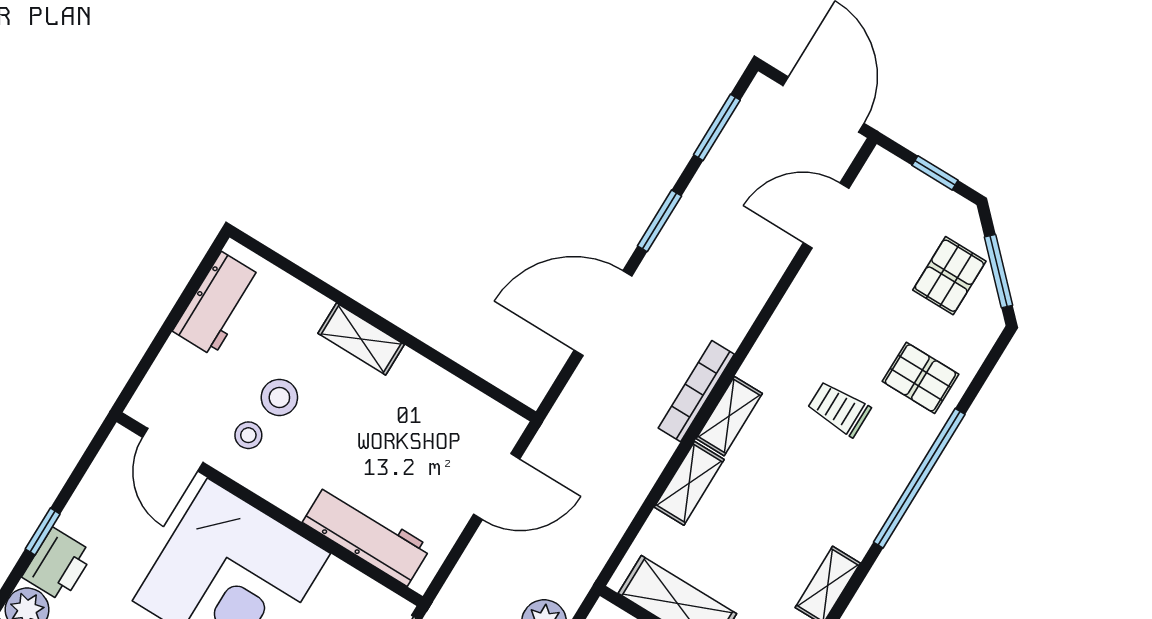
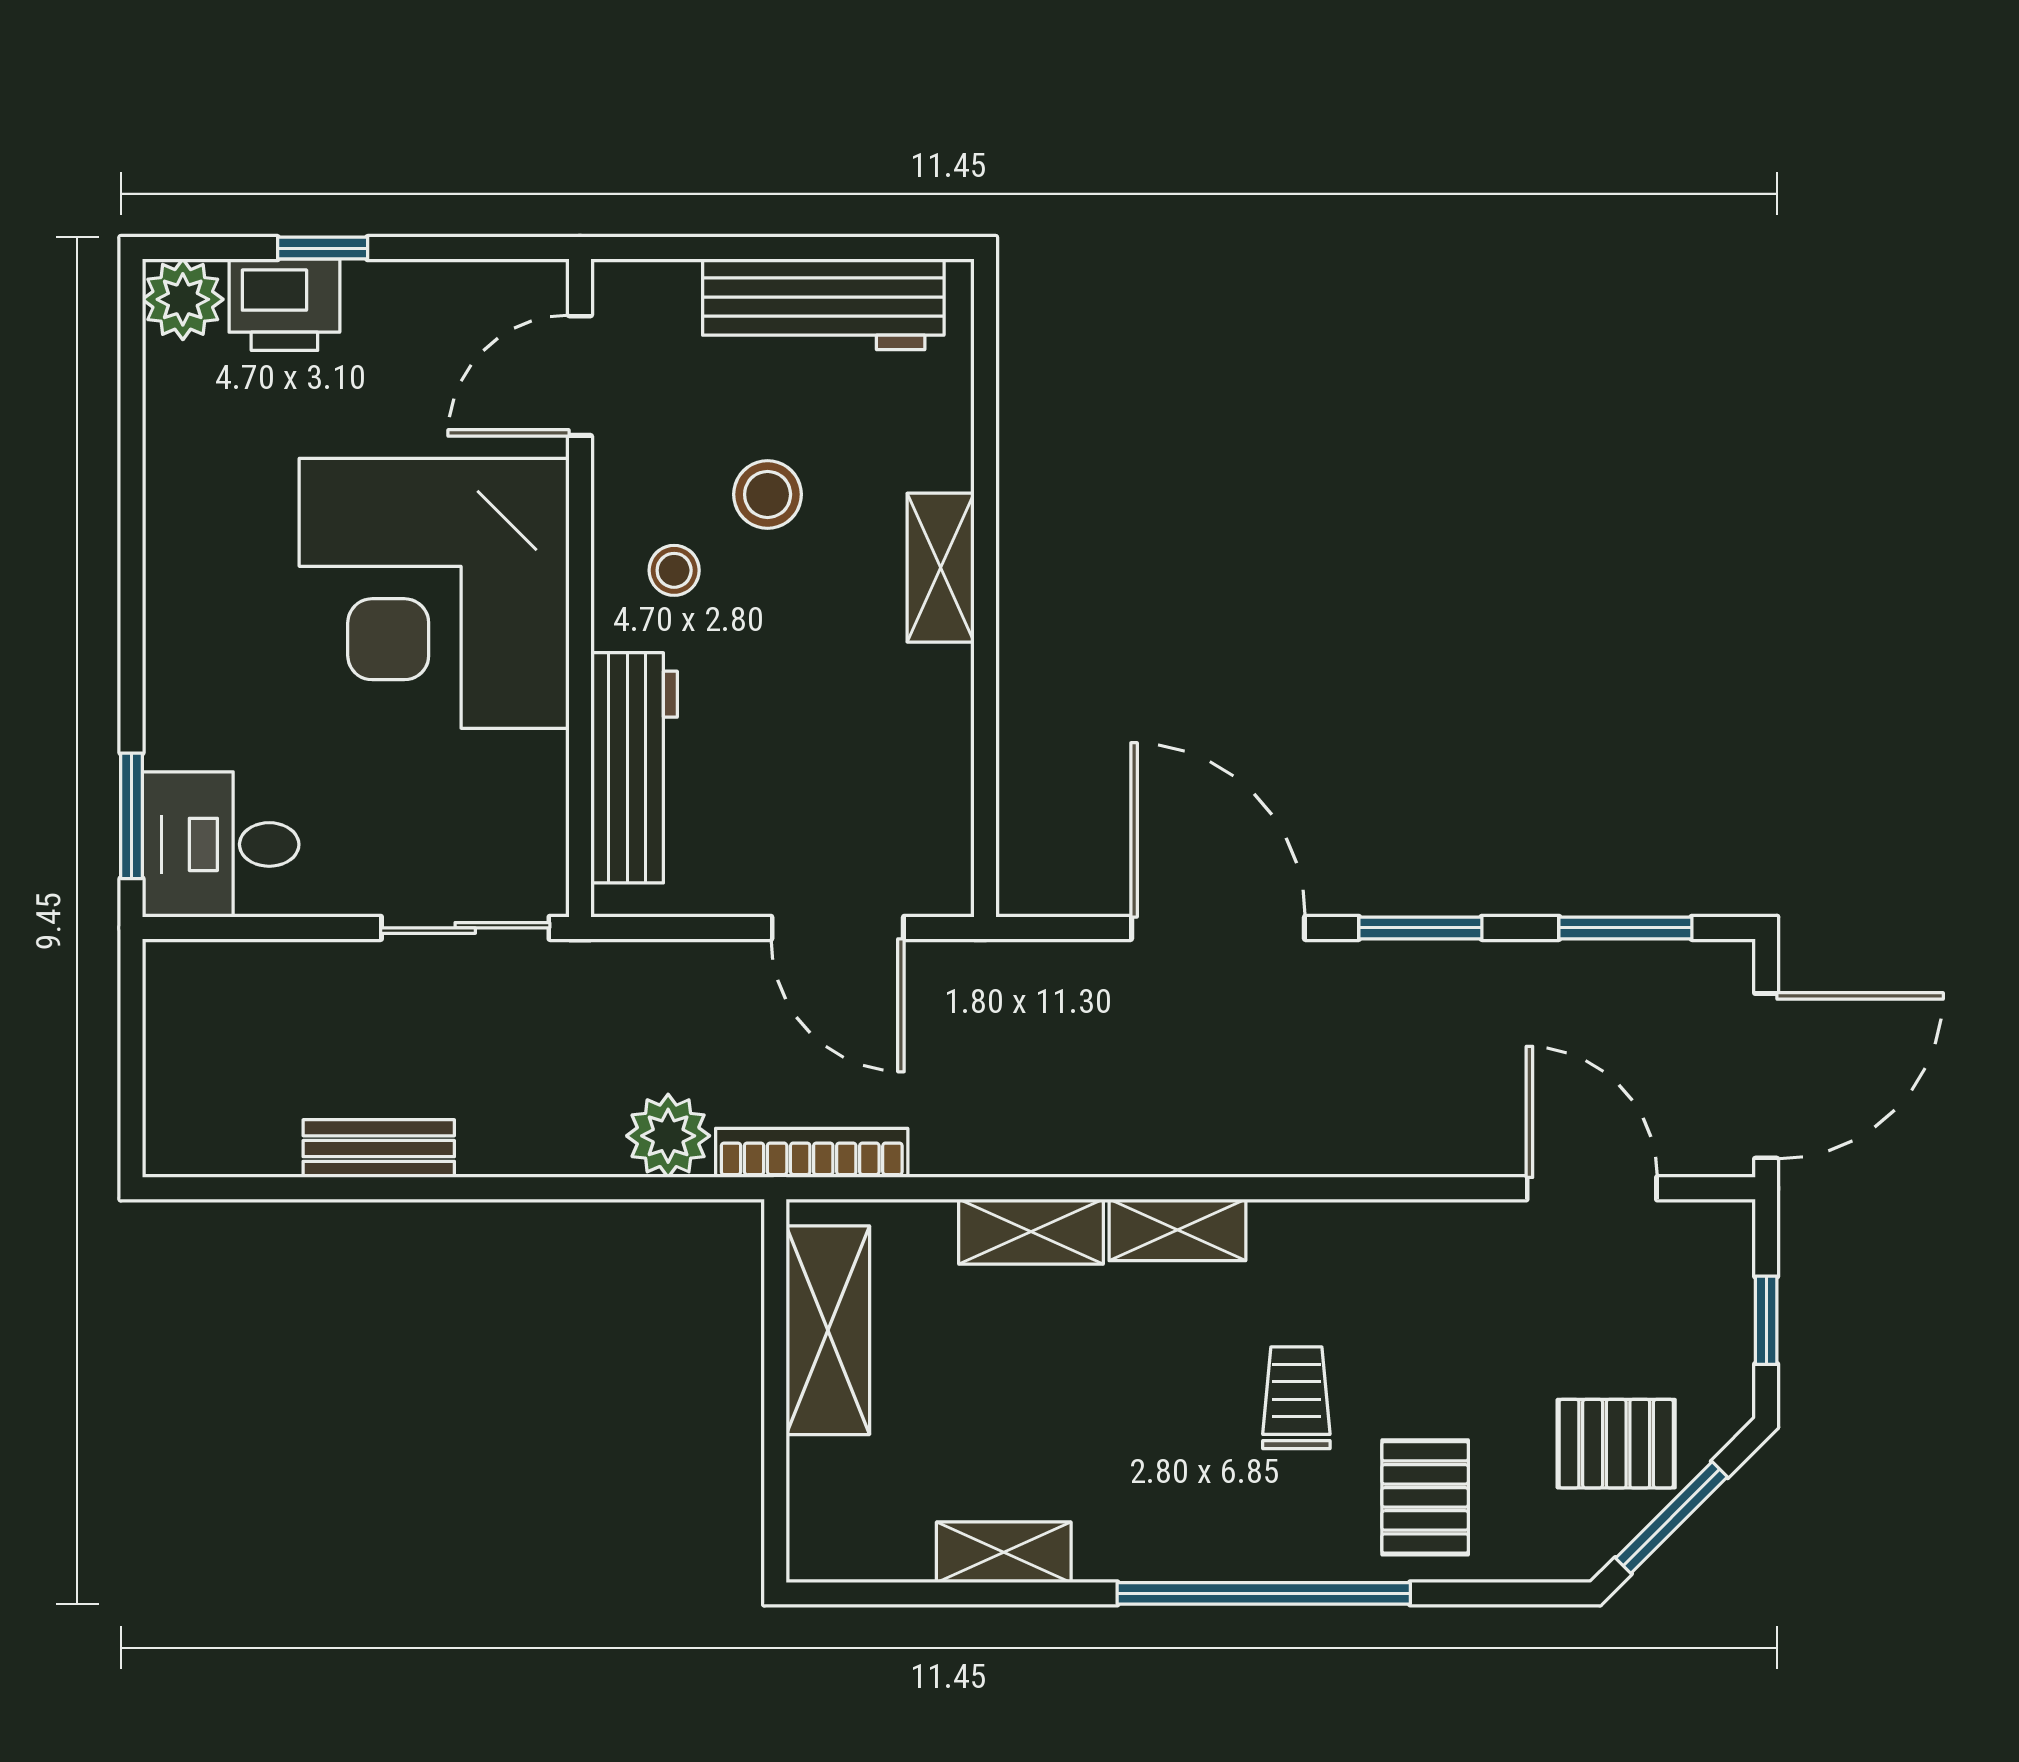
workbench: (217, 304) -> (823, 304), width x1.38
bookcase: (696, 391) -> (812, 1153), moved
stool: (248, 435) -> (674, 570), moved

